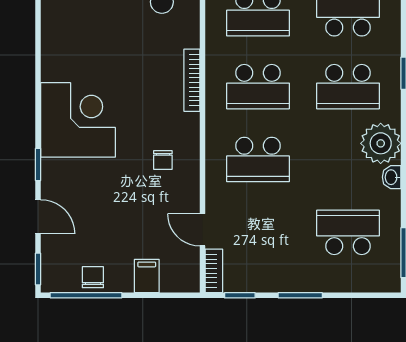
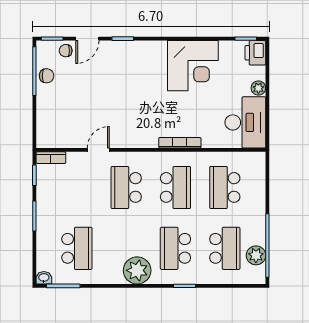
school desk: (258, 87) -> (175, 187), turned 180
corner desk: (78, 120) -> (193, 66), moved
chair: (163, 160) -> (66, 51), moved
washbasin: (392, 177) -> (44, 278), moved
door: (203, 230) -> (98, 150), moved
filing cabinet: (147, 276) -> (47, 112), removed

